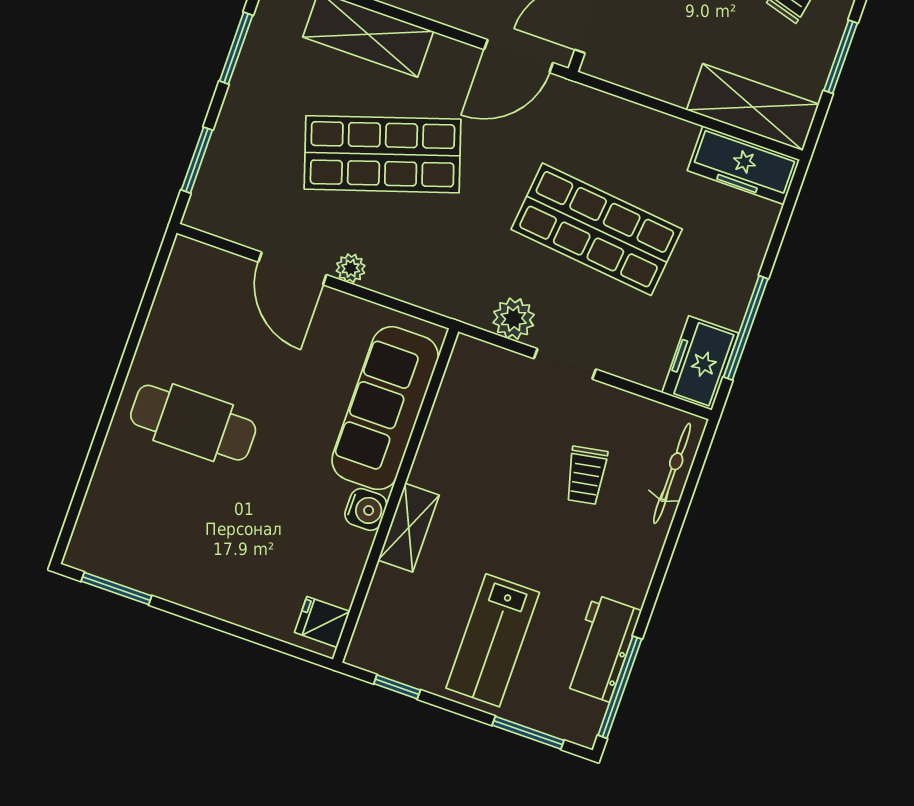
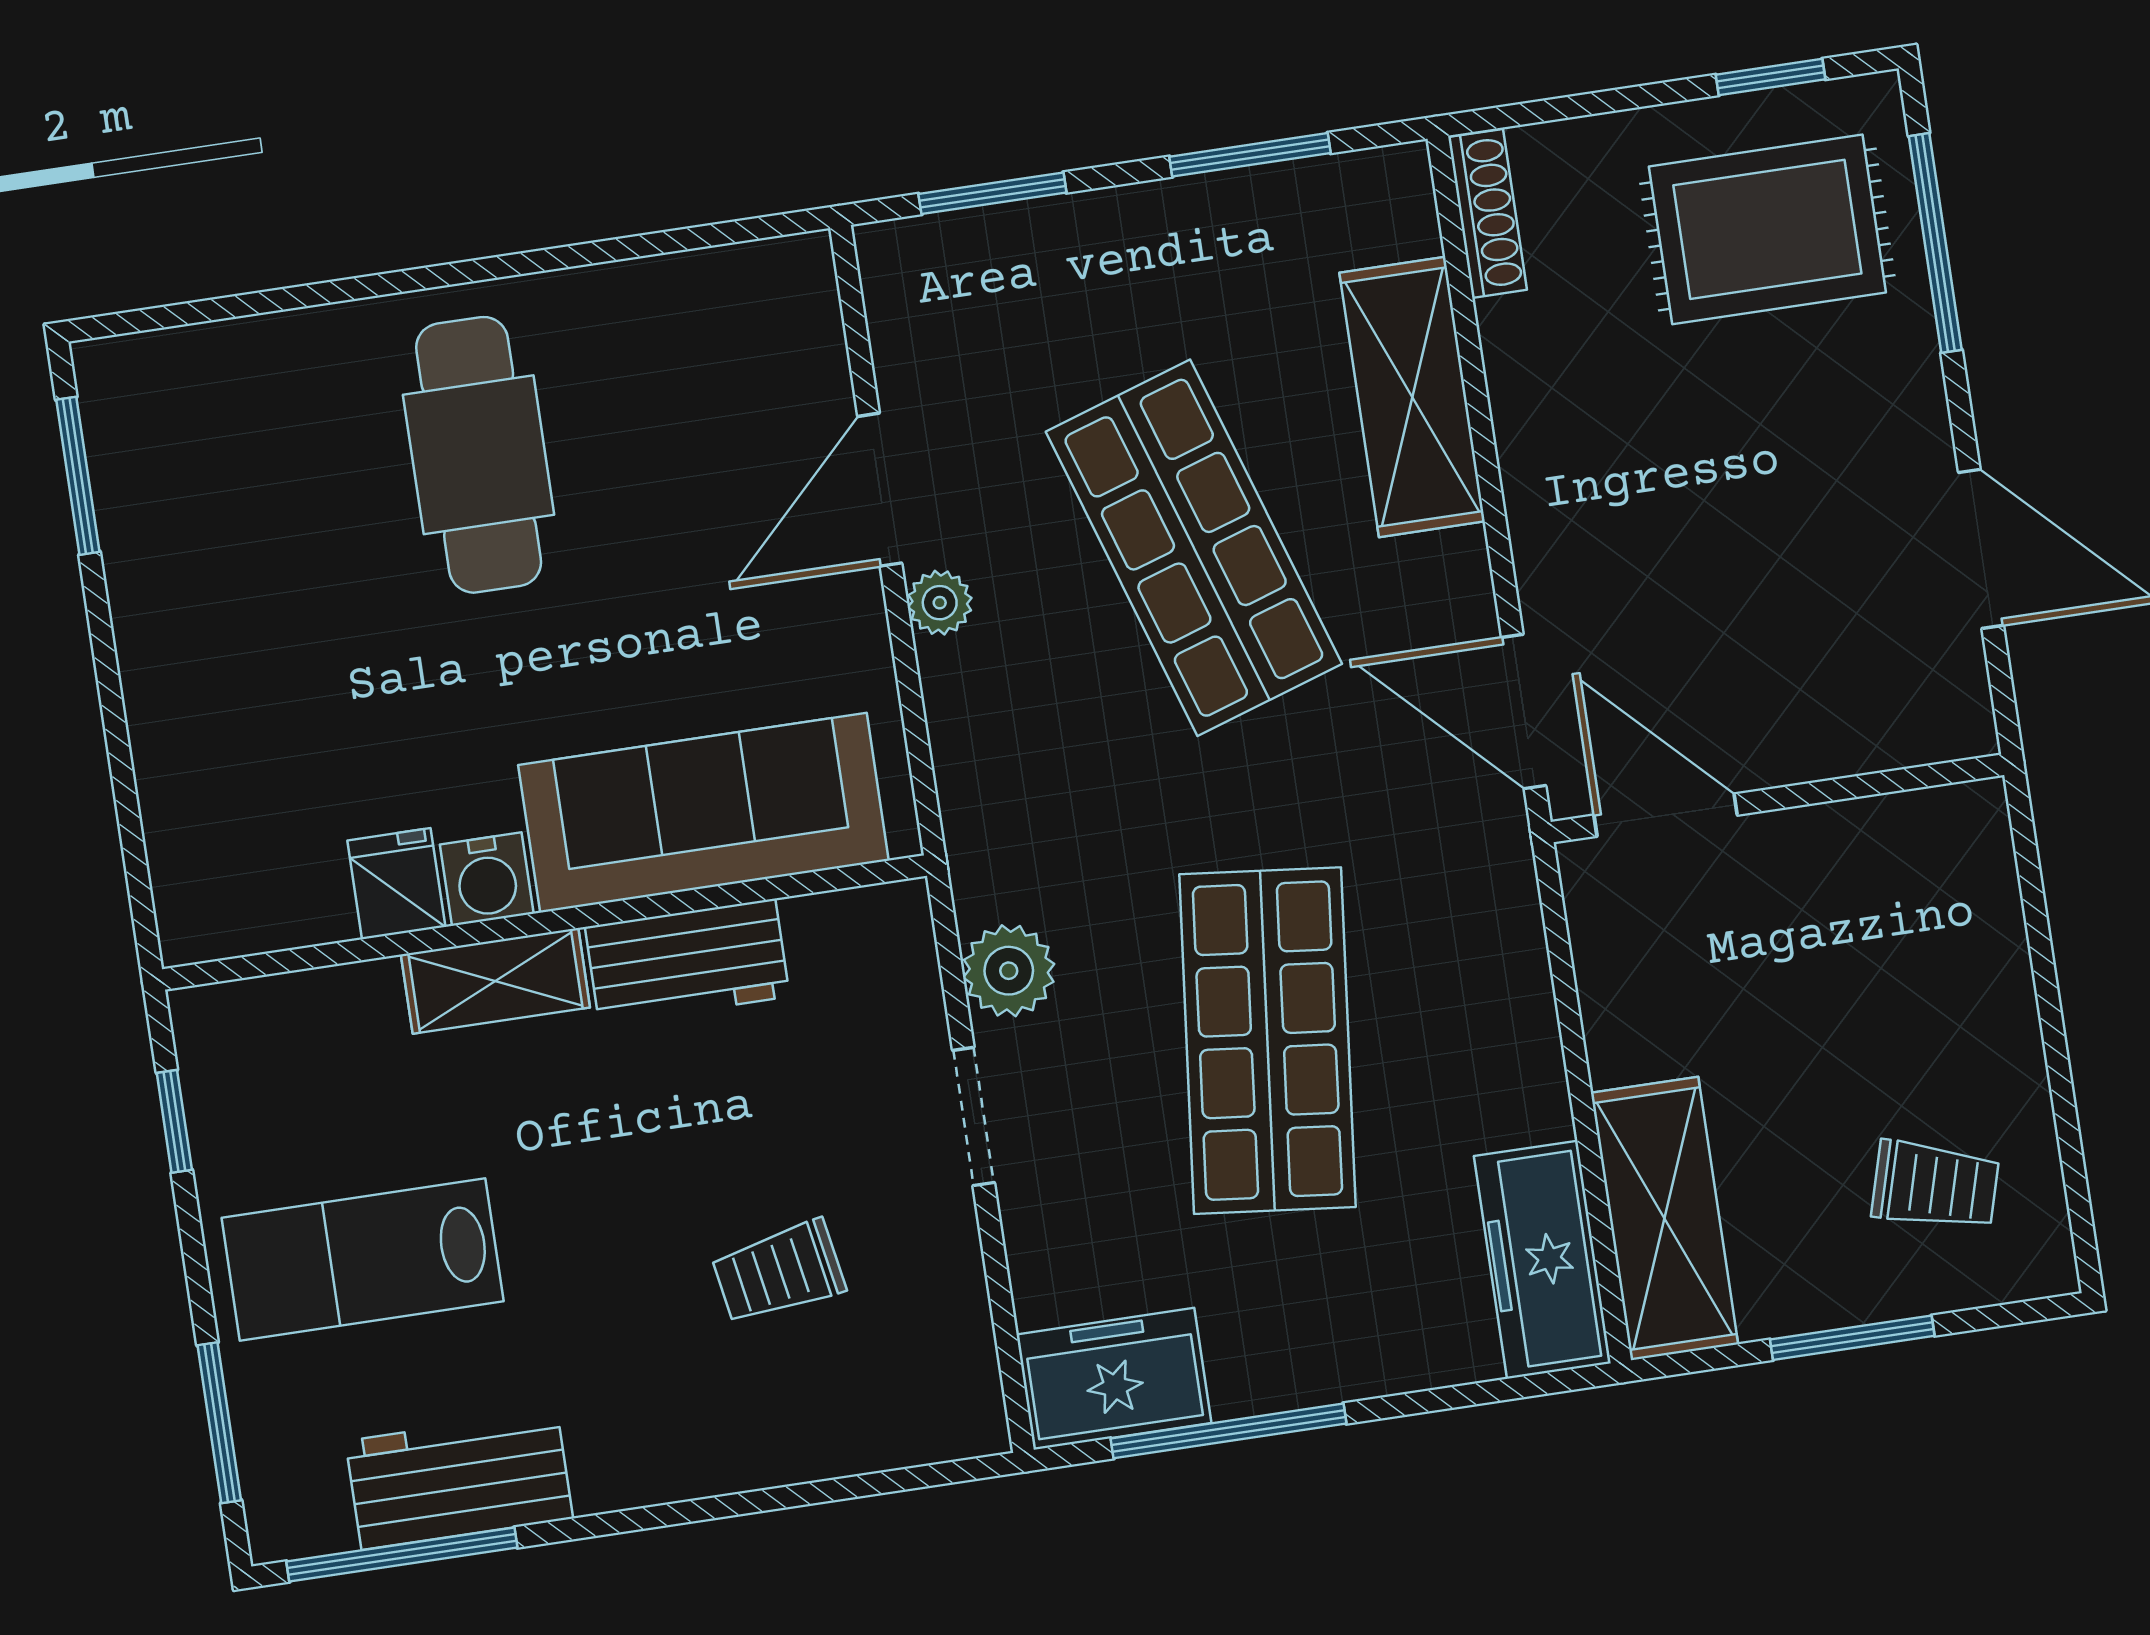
workbench: (442, 446) -> (687, 962), added
bicycle: (672, 473) -> (870, 1437), removed
fridge: (322, 622) -> (396, 884), moved

